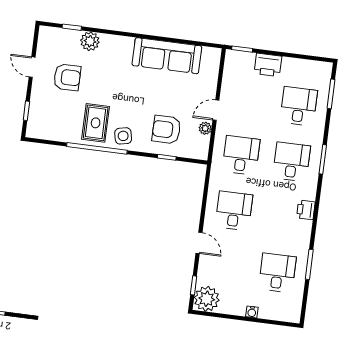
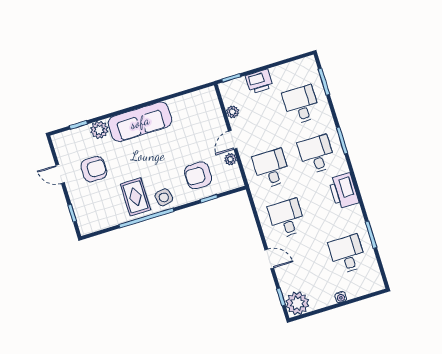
sofa: (167, 56) -> (140, 122), moved
plant: (228, 83) -> (233, 112), added
printer: (306, 210) -> (344, 191), width x1.87, depth x1.48

